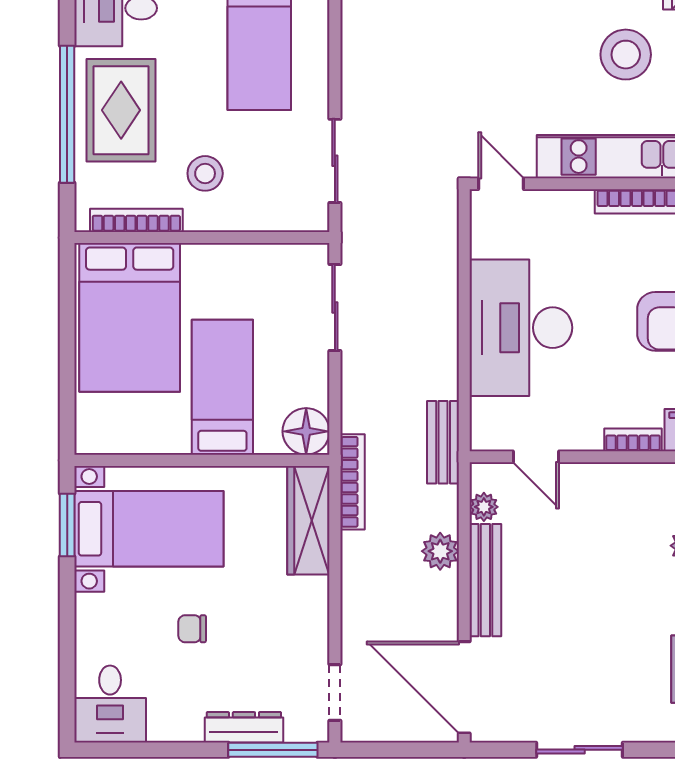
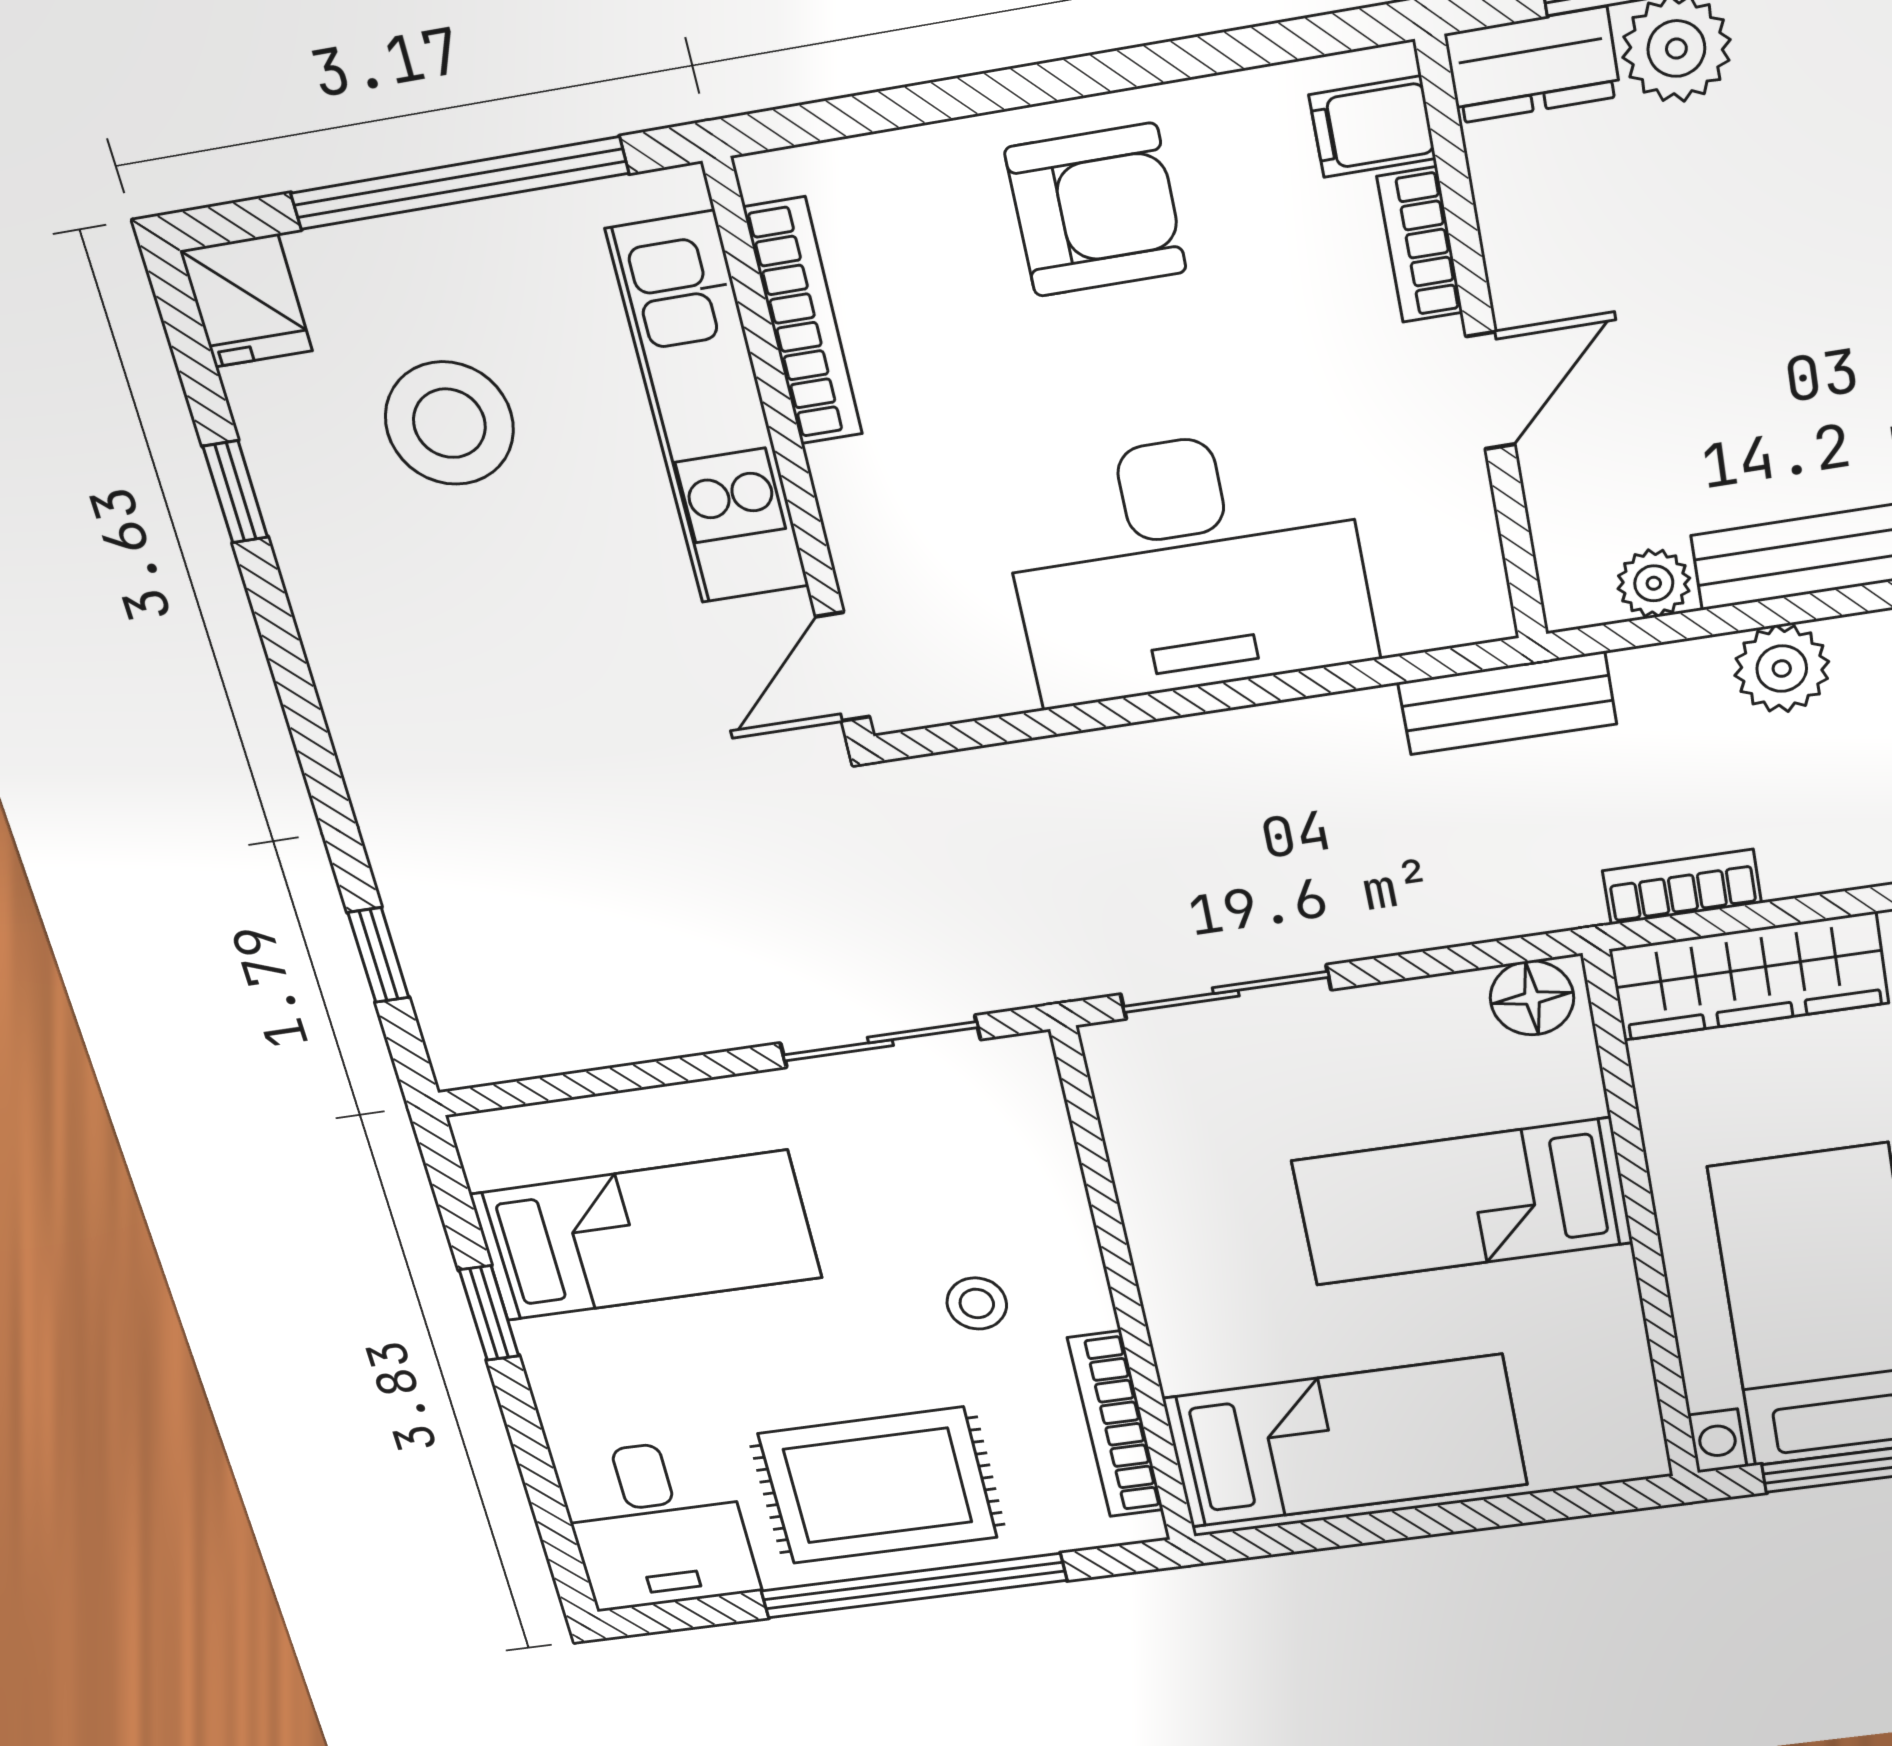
stool: (205, 173) -> (977, 1303), width x0.73, depth x0.73
bed: (130, 317) -> (1345, 1441), width x0.67
floor lamp: (306, 431) -> (1532, 998), width x0.73, depth x0.73
door: (536, 457) -> (1490, 391), moved
bookcase: (352, 482) -> (1682, 887), width x0.64

